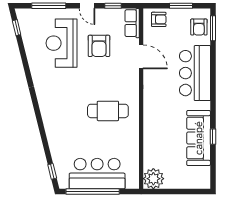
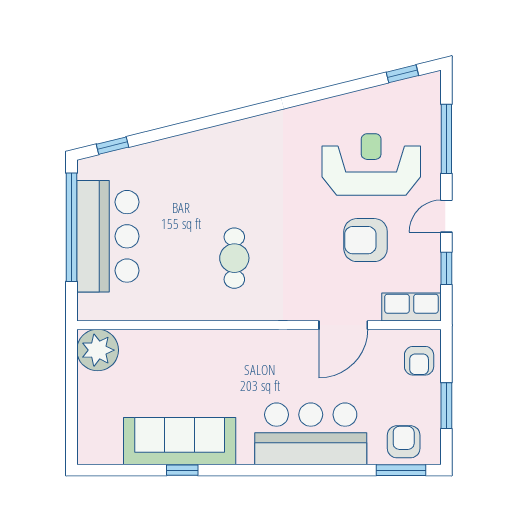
armchair: (199, 27) -> (404, 442), turned 90
cafe table: (108, 111) -> (234, 258), width x0.73, depth x0.74

